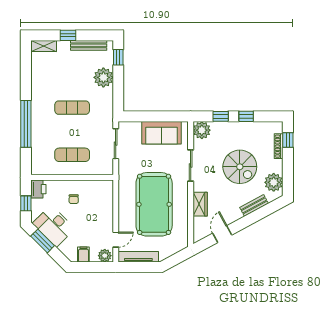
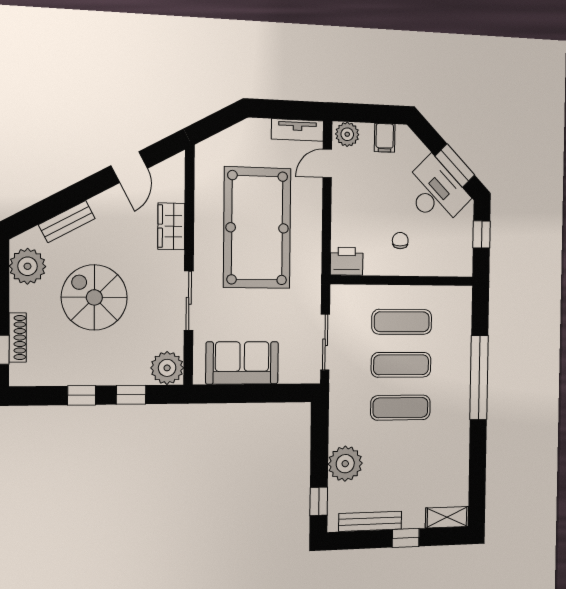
exercise mat: (72, 131) -> (401, 365), added
printer: (38, 189) -> (347, 261), moved, turned 90
tv unit: (138, 257) -> (297, 130), width x0.71

